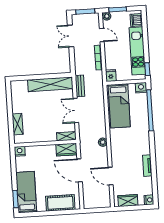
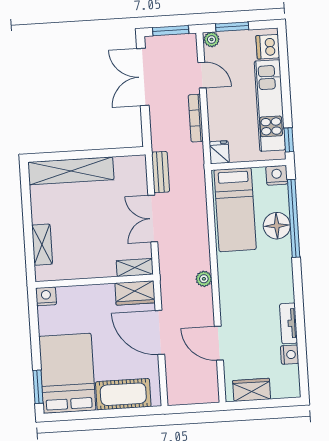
double door: (71, 36) -> (143, 77), width x1.37
shelving: (50, 84) -> (71, 171), moved
floor lamp: (141, 114) -> (277, 226), added
bed: (26, 192) -> (67, 373), width x1.50
nightstand: (149, 200) -> (290, 355), moved

